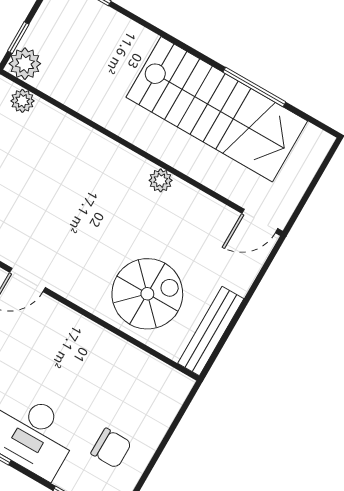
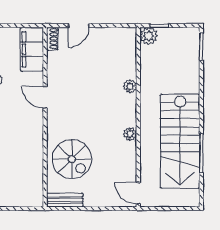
plant: (22, 101) -> (130, 86), moved
bench: (211, 331) -> (65, 200), width x0.73

